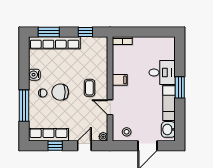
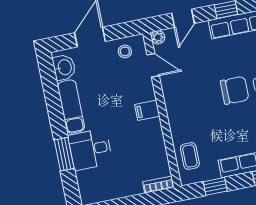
filing cabinet: (120, 80) -> (147, 110), moved
window: (180, 87) -> (64, 154), moved
coffee table: (89, 88) -> (190, 156), moved
door: (110, 107) -> (153, 65), moved

